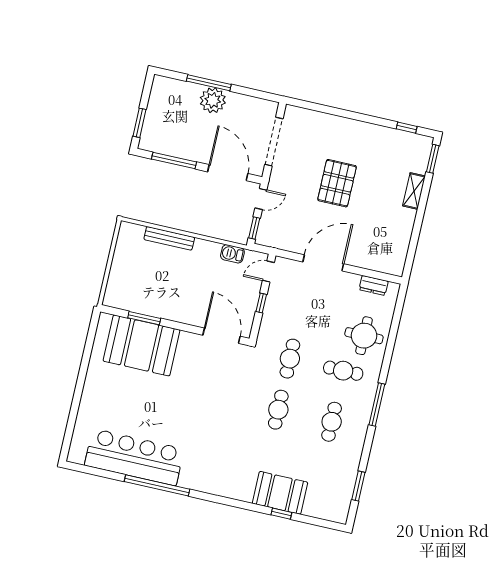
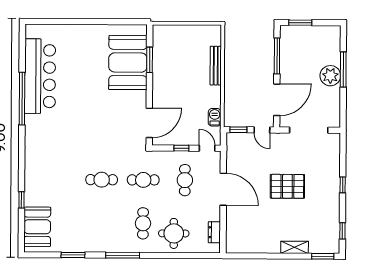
window: (350, 115) -> (343, 185), added
cafe table: (332, 422) -> (185, 180), moved, turned 90
window: (358, 486) -> (73, 255), moved
booth: (280, 493) -> (37, 227), moved

